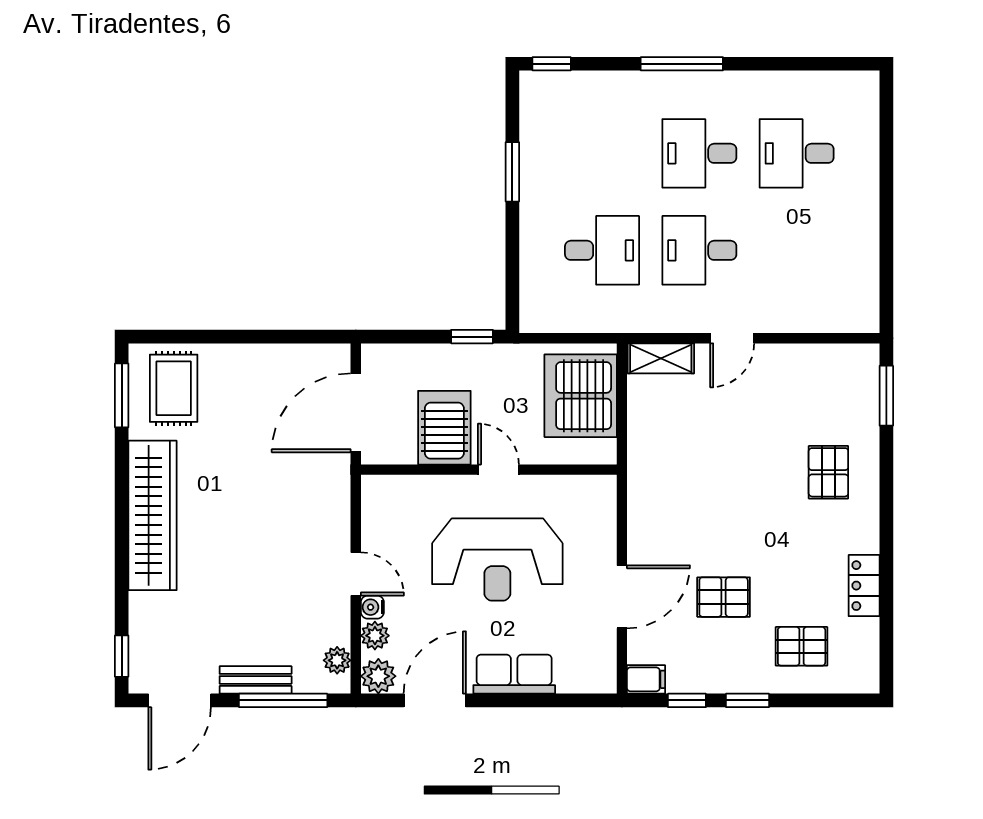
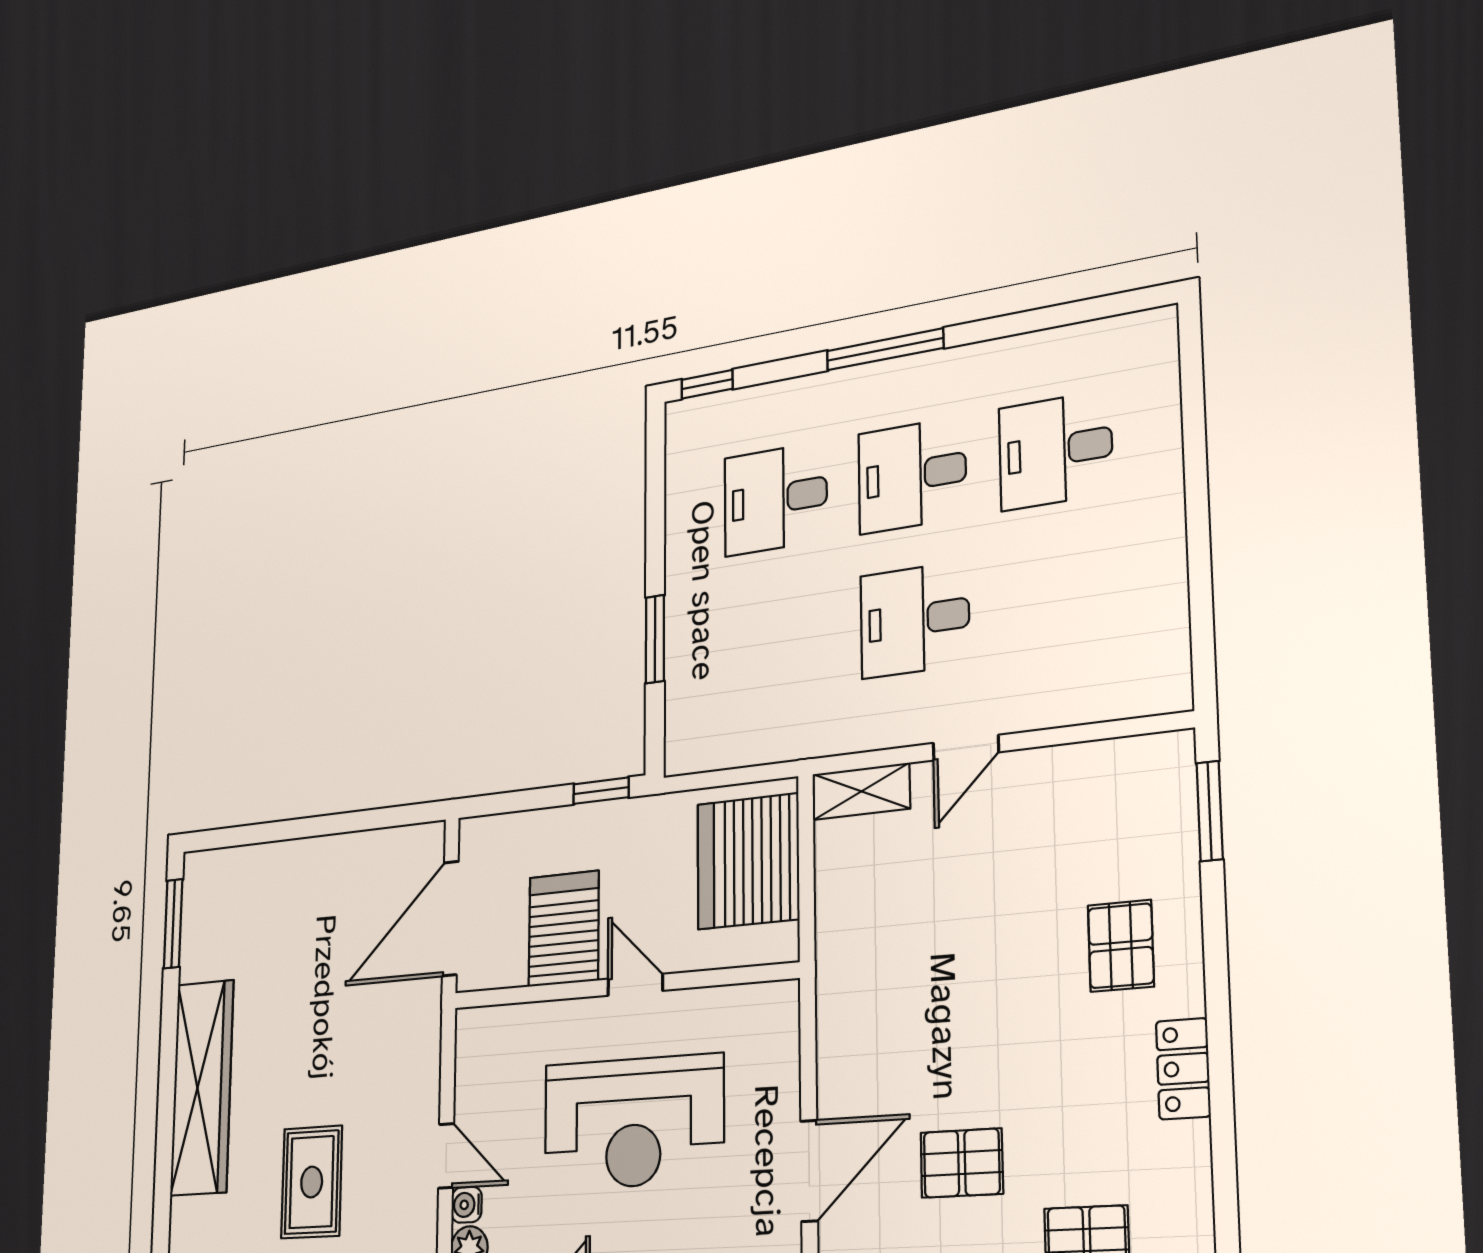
window: (512, 172) -> (655, 639), moved
desk: (602, 250) -> (775, 499), moved, turned 180
rug: (174, 388) -> (312, 1182), moved
locker: (864, 586) -> (1183, 1069), moved

